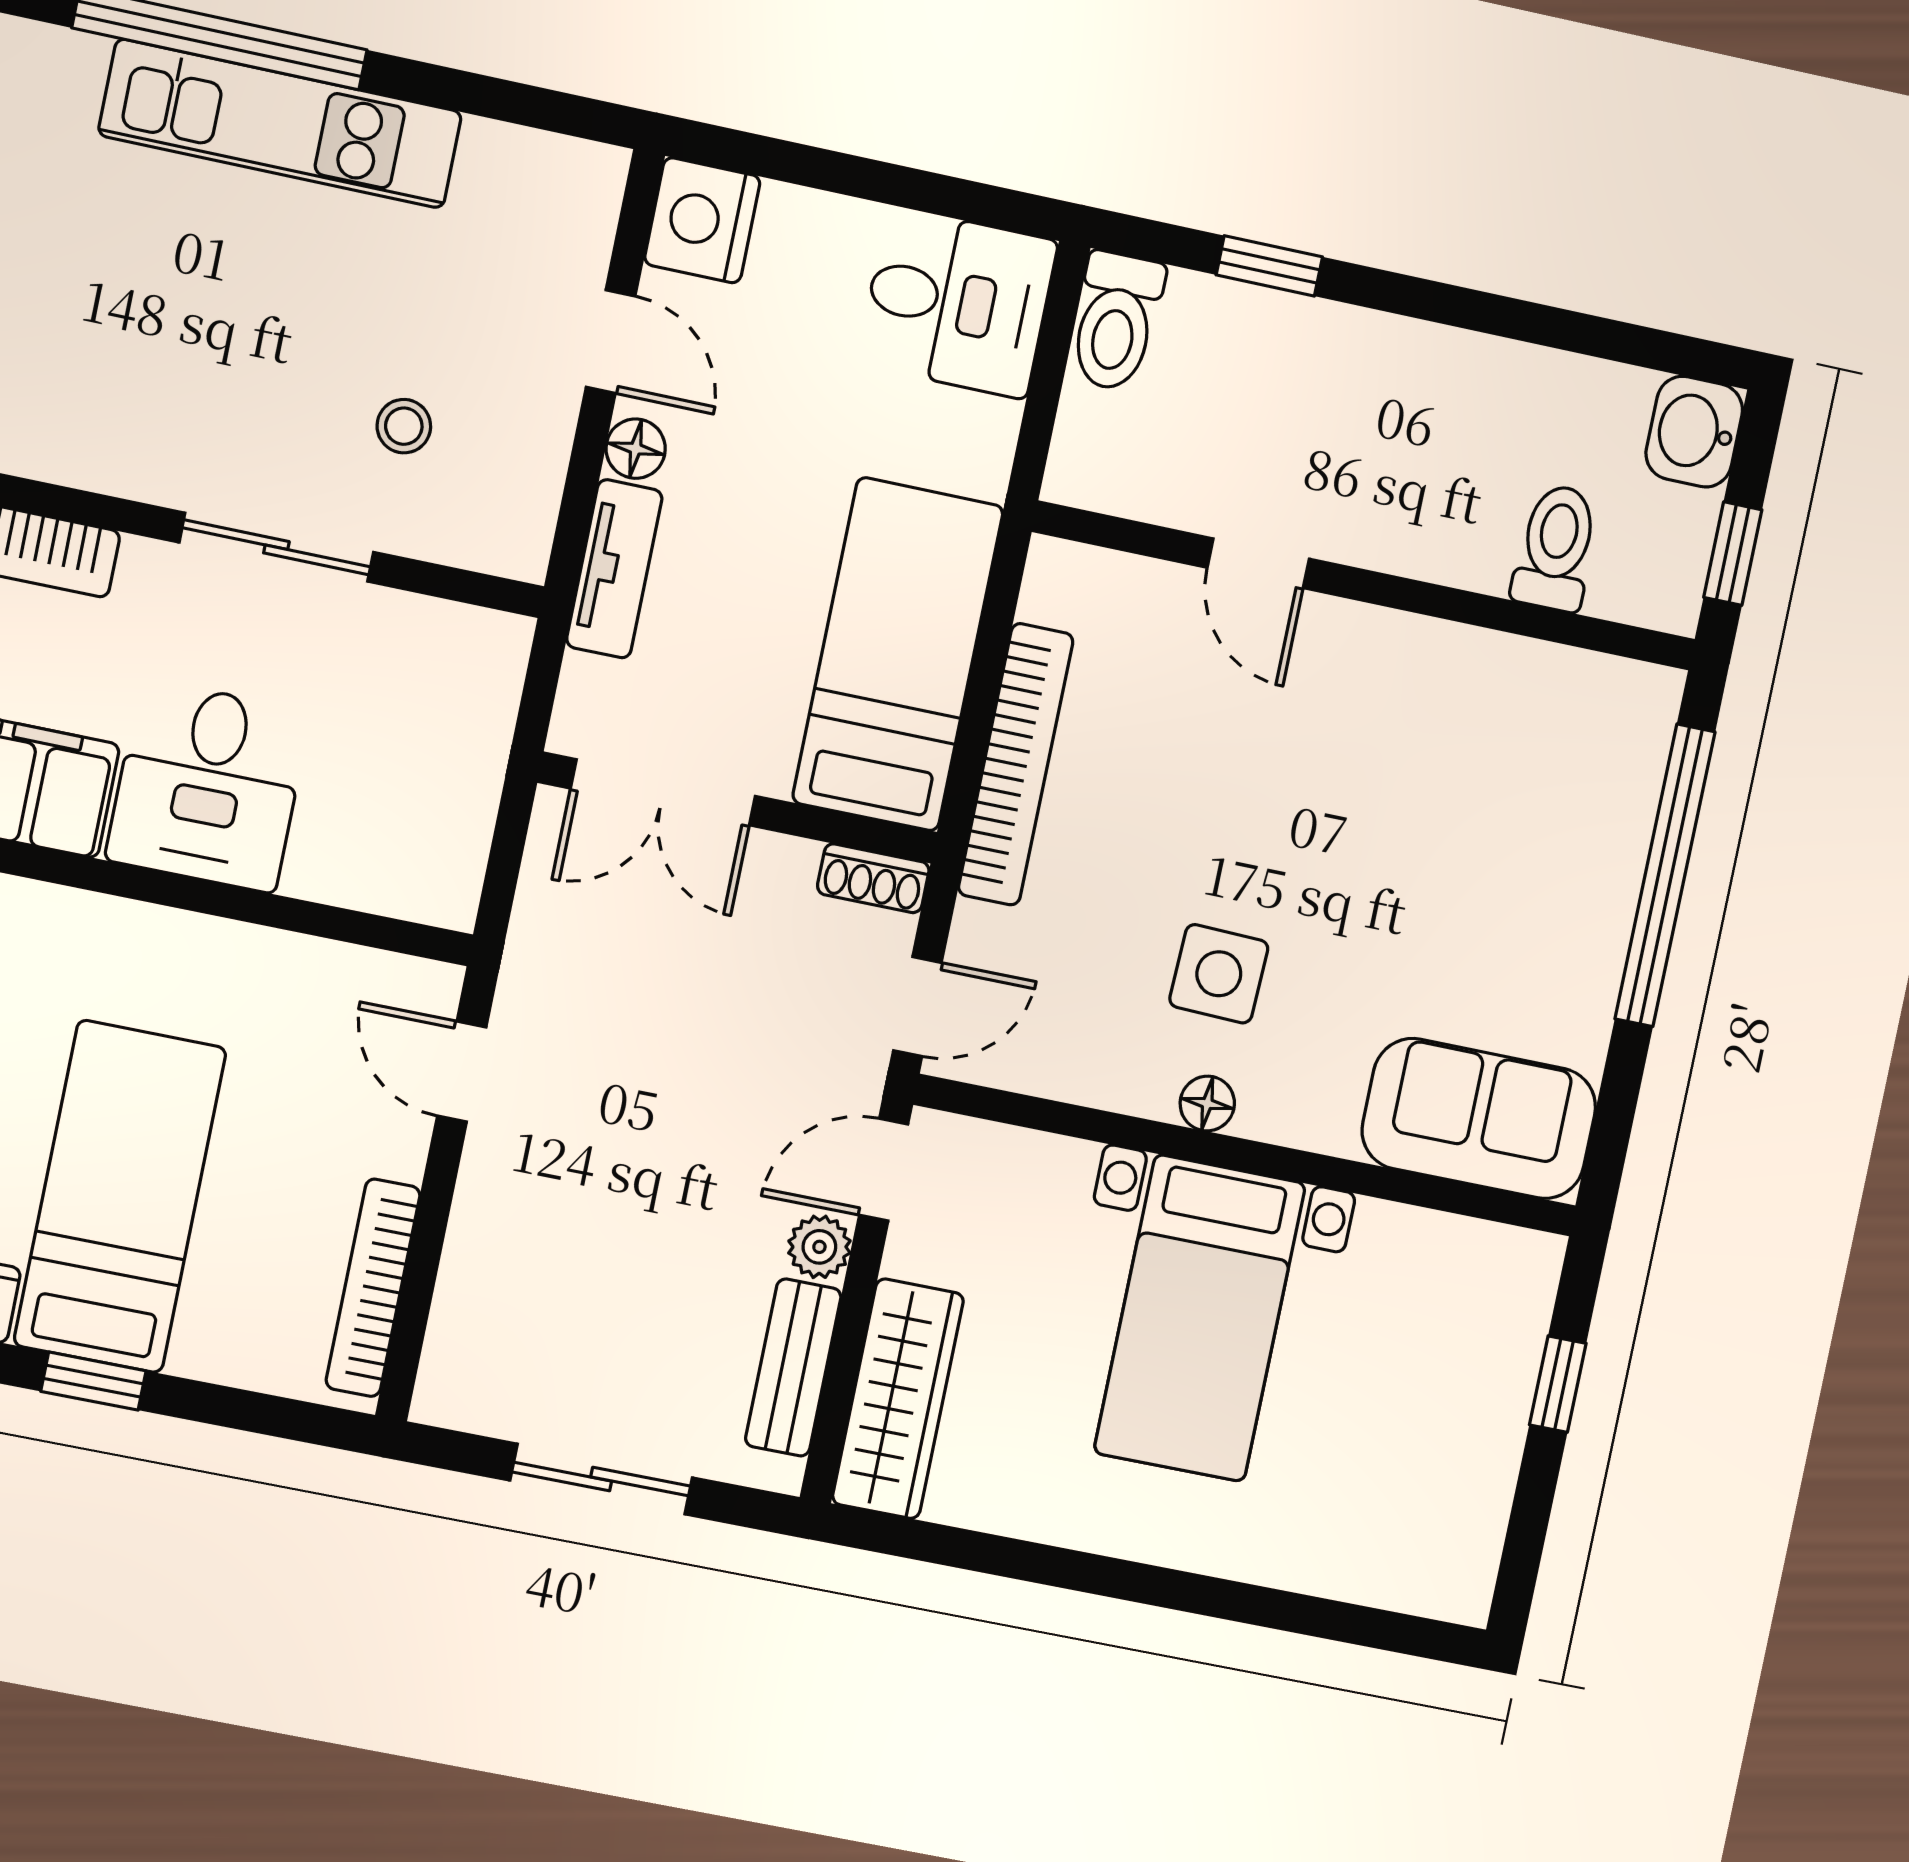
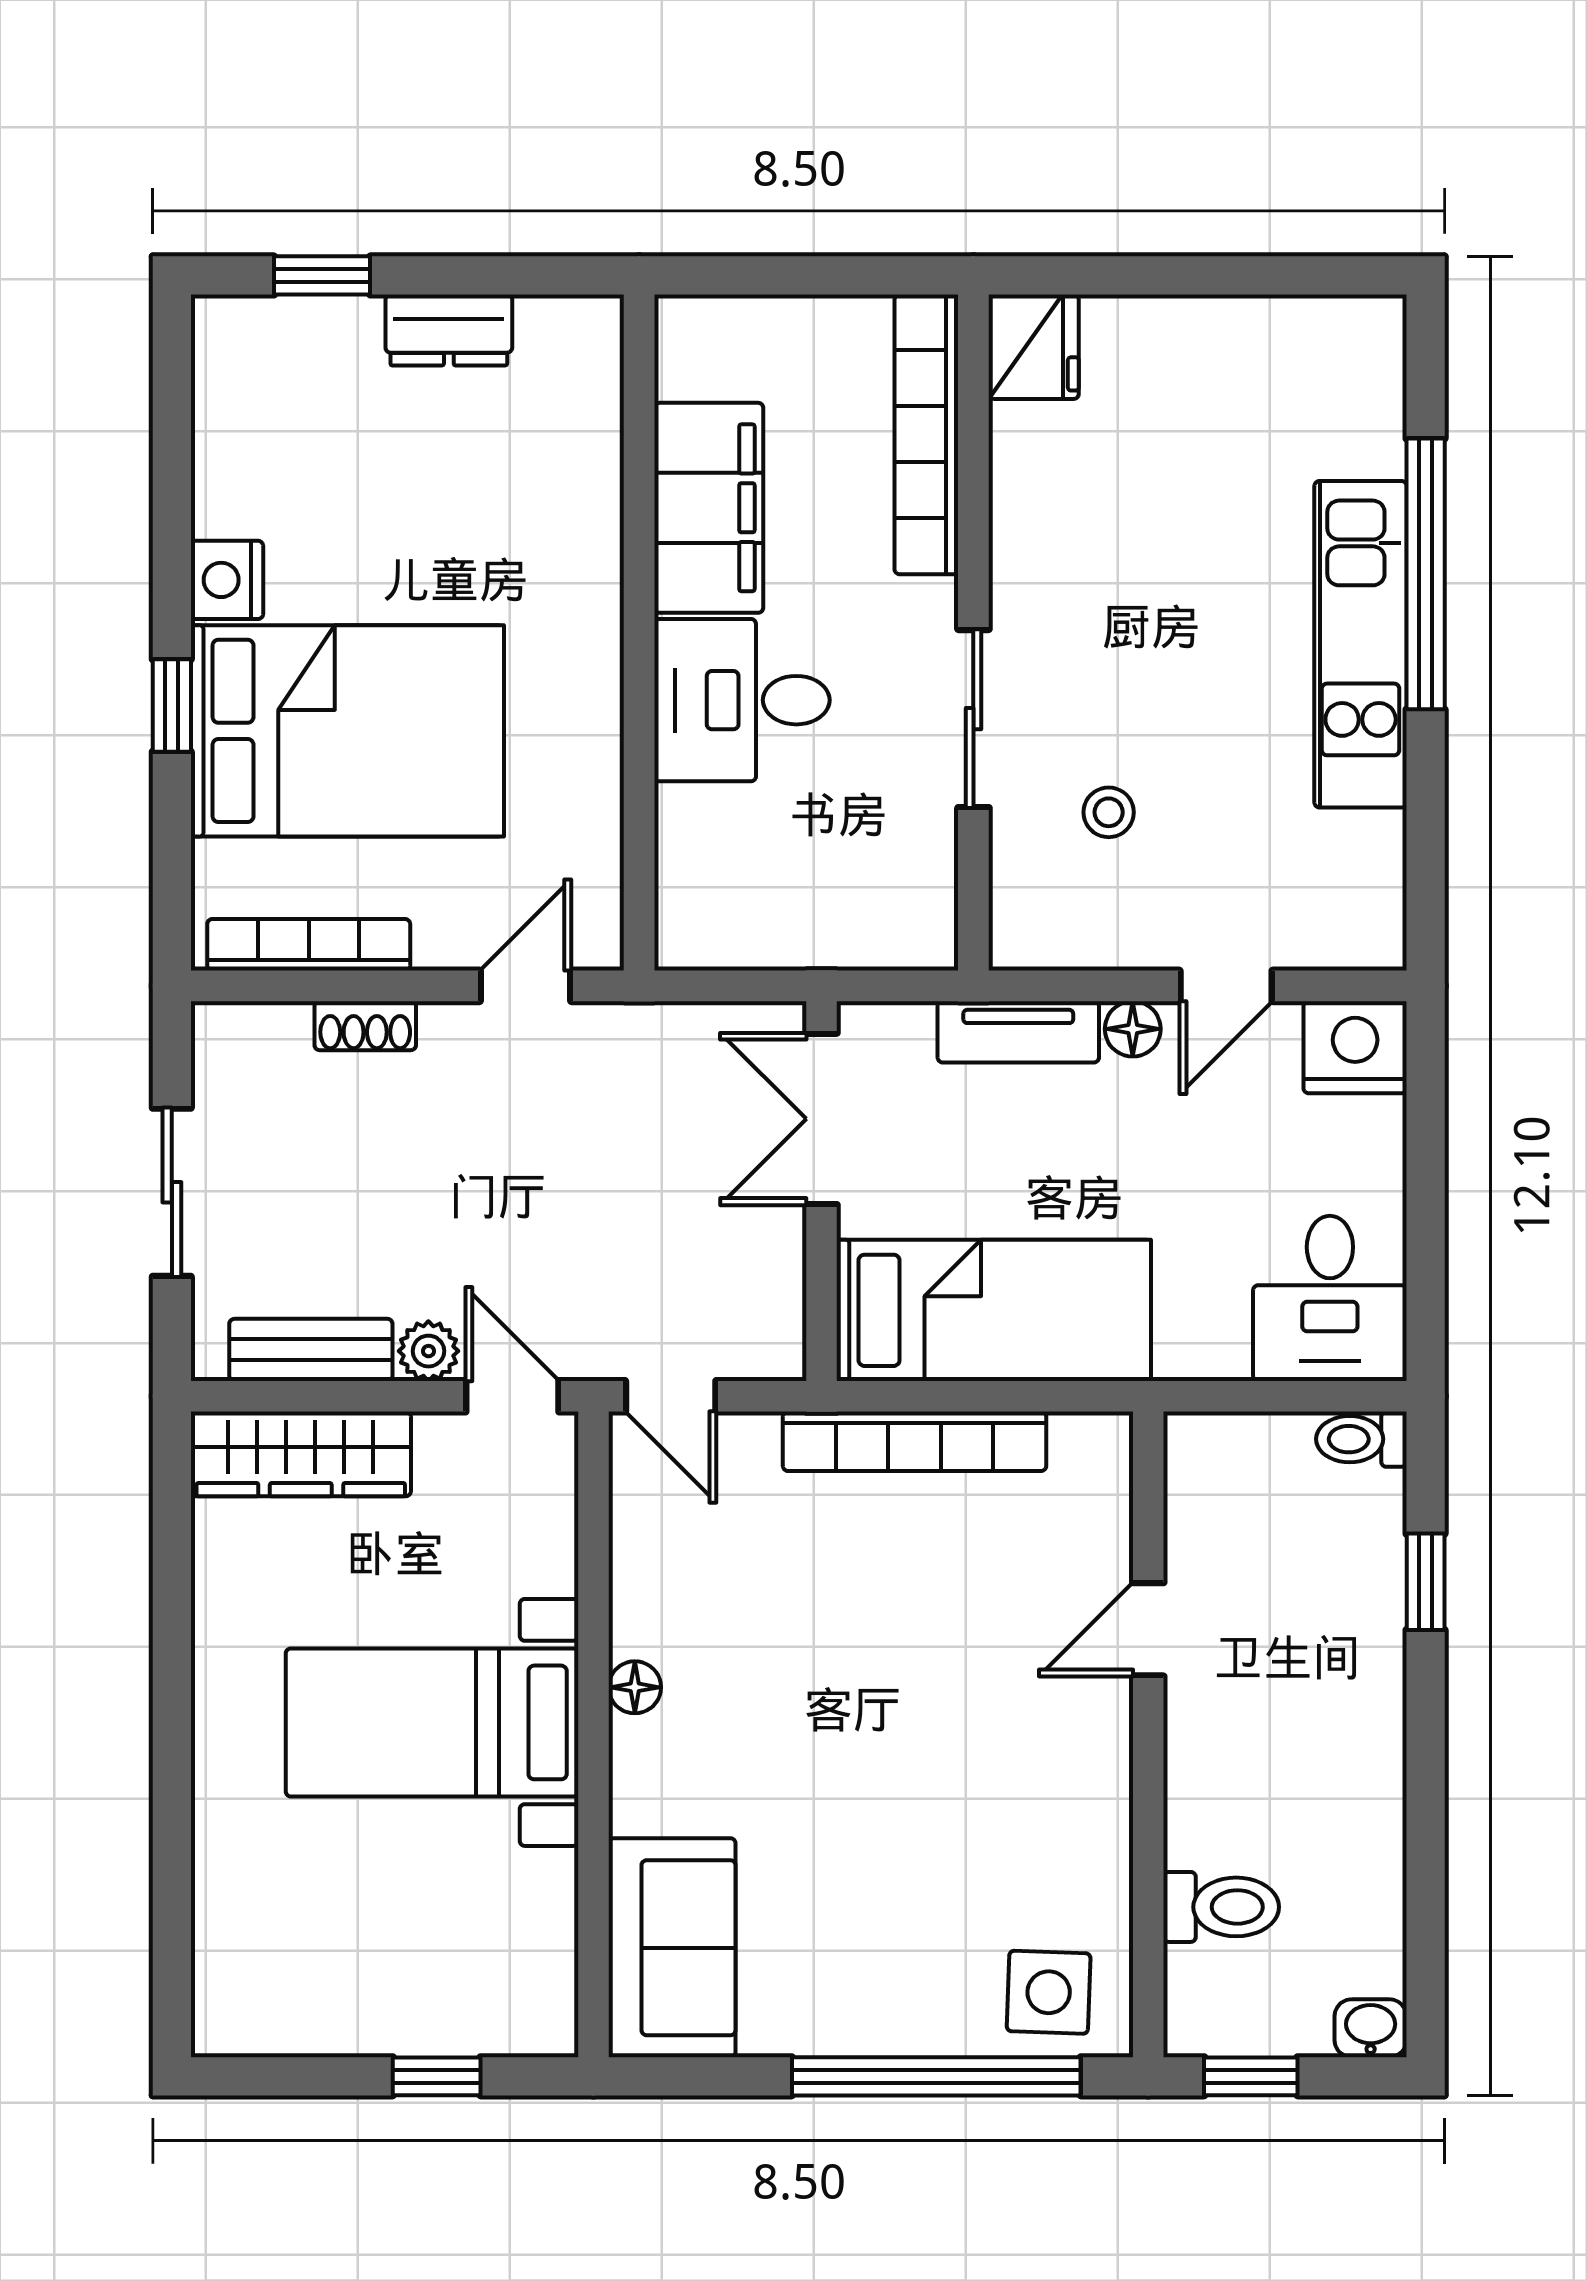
toilet: (1116, 321) -> (1361, 1439), width x0.73, depth x0.72
washbasin: (1694, 432) -> (1371, 2028), width x0.72, depth x0.69
shoe rack: (873, 878) -> (365, 1026), moved, turned -90
side table: (1219, 974) -> (1049, 1992), moved
bed: (120, 1197) -> (347, 731), width x1.50

